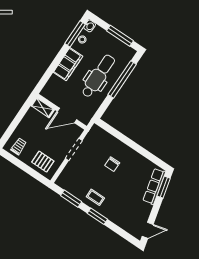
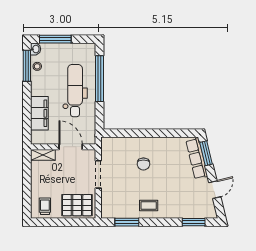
window: (120, 36) -> (55, 39), moved
filing cabinet: (68, 64) -> (39, 113), moved
door: (67, 115) -> (71, 147), swing flipped
pallet: (43, 162) -> (77, 205), width x1.50, depth x1.42
window: (97, 216) -> (194, 222), moved
door: (148, 230) -> (215, 190), moved

